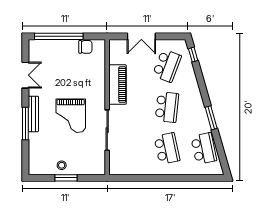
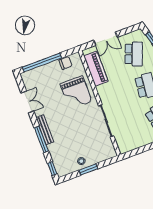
piano: (118, 85) -> (96, 69), moved
grand piano: (71, 116) -> (76, 93), moved
window: (25, 161) -> (52, 169), added

